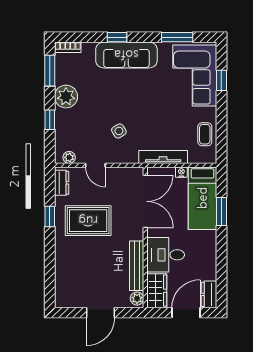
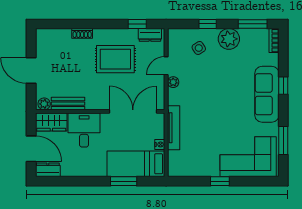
window: (221, 80) -> (220, 181), moved
side table: (119, 131) -> (199, 48), moved
coffee table: (205, 134) -> (194, 166), removed
plant: (69, 157) -> (173, 82), moved
double door: (145, 201) -> (133, 111), swing flipped
window: (50, 217) -> (137, 24), moved
rug: (88, 221) -> (115, 59), turned 90
shoe rack: (60, 257) -> (82, 33), added
bench: (137, 266) -> (68, 104), width x0.73

